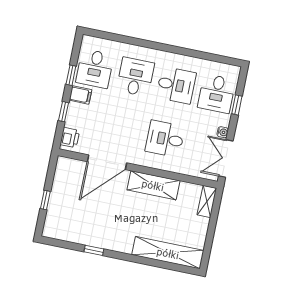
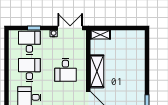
desk: (217, 94) -> (29, 43), turned -90
double door: (226, 159) -> (70, 28), swing flipped
shelving: (168, 253) -> (139, 53), removed

